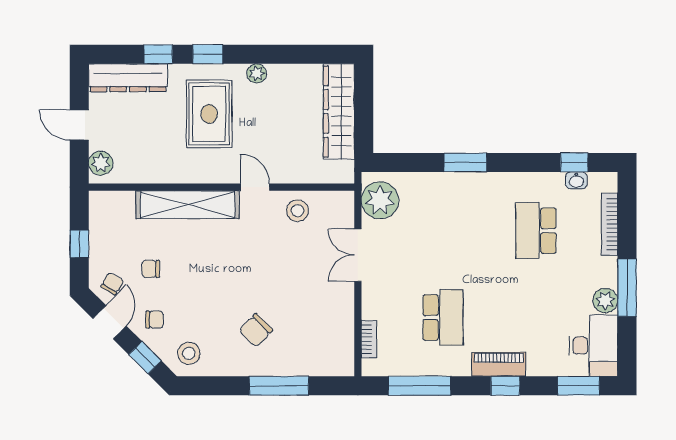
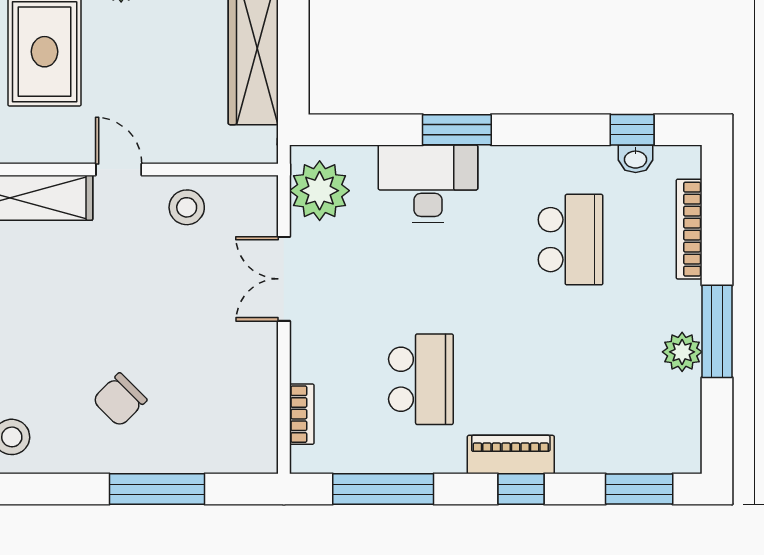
school desk: (536, 231) -> (571, 240), turned 180
desk: (593, 346) -> (428, 184), moved, turned -90

